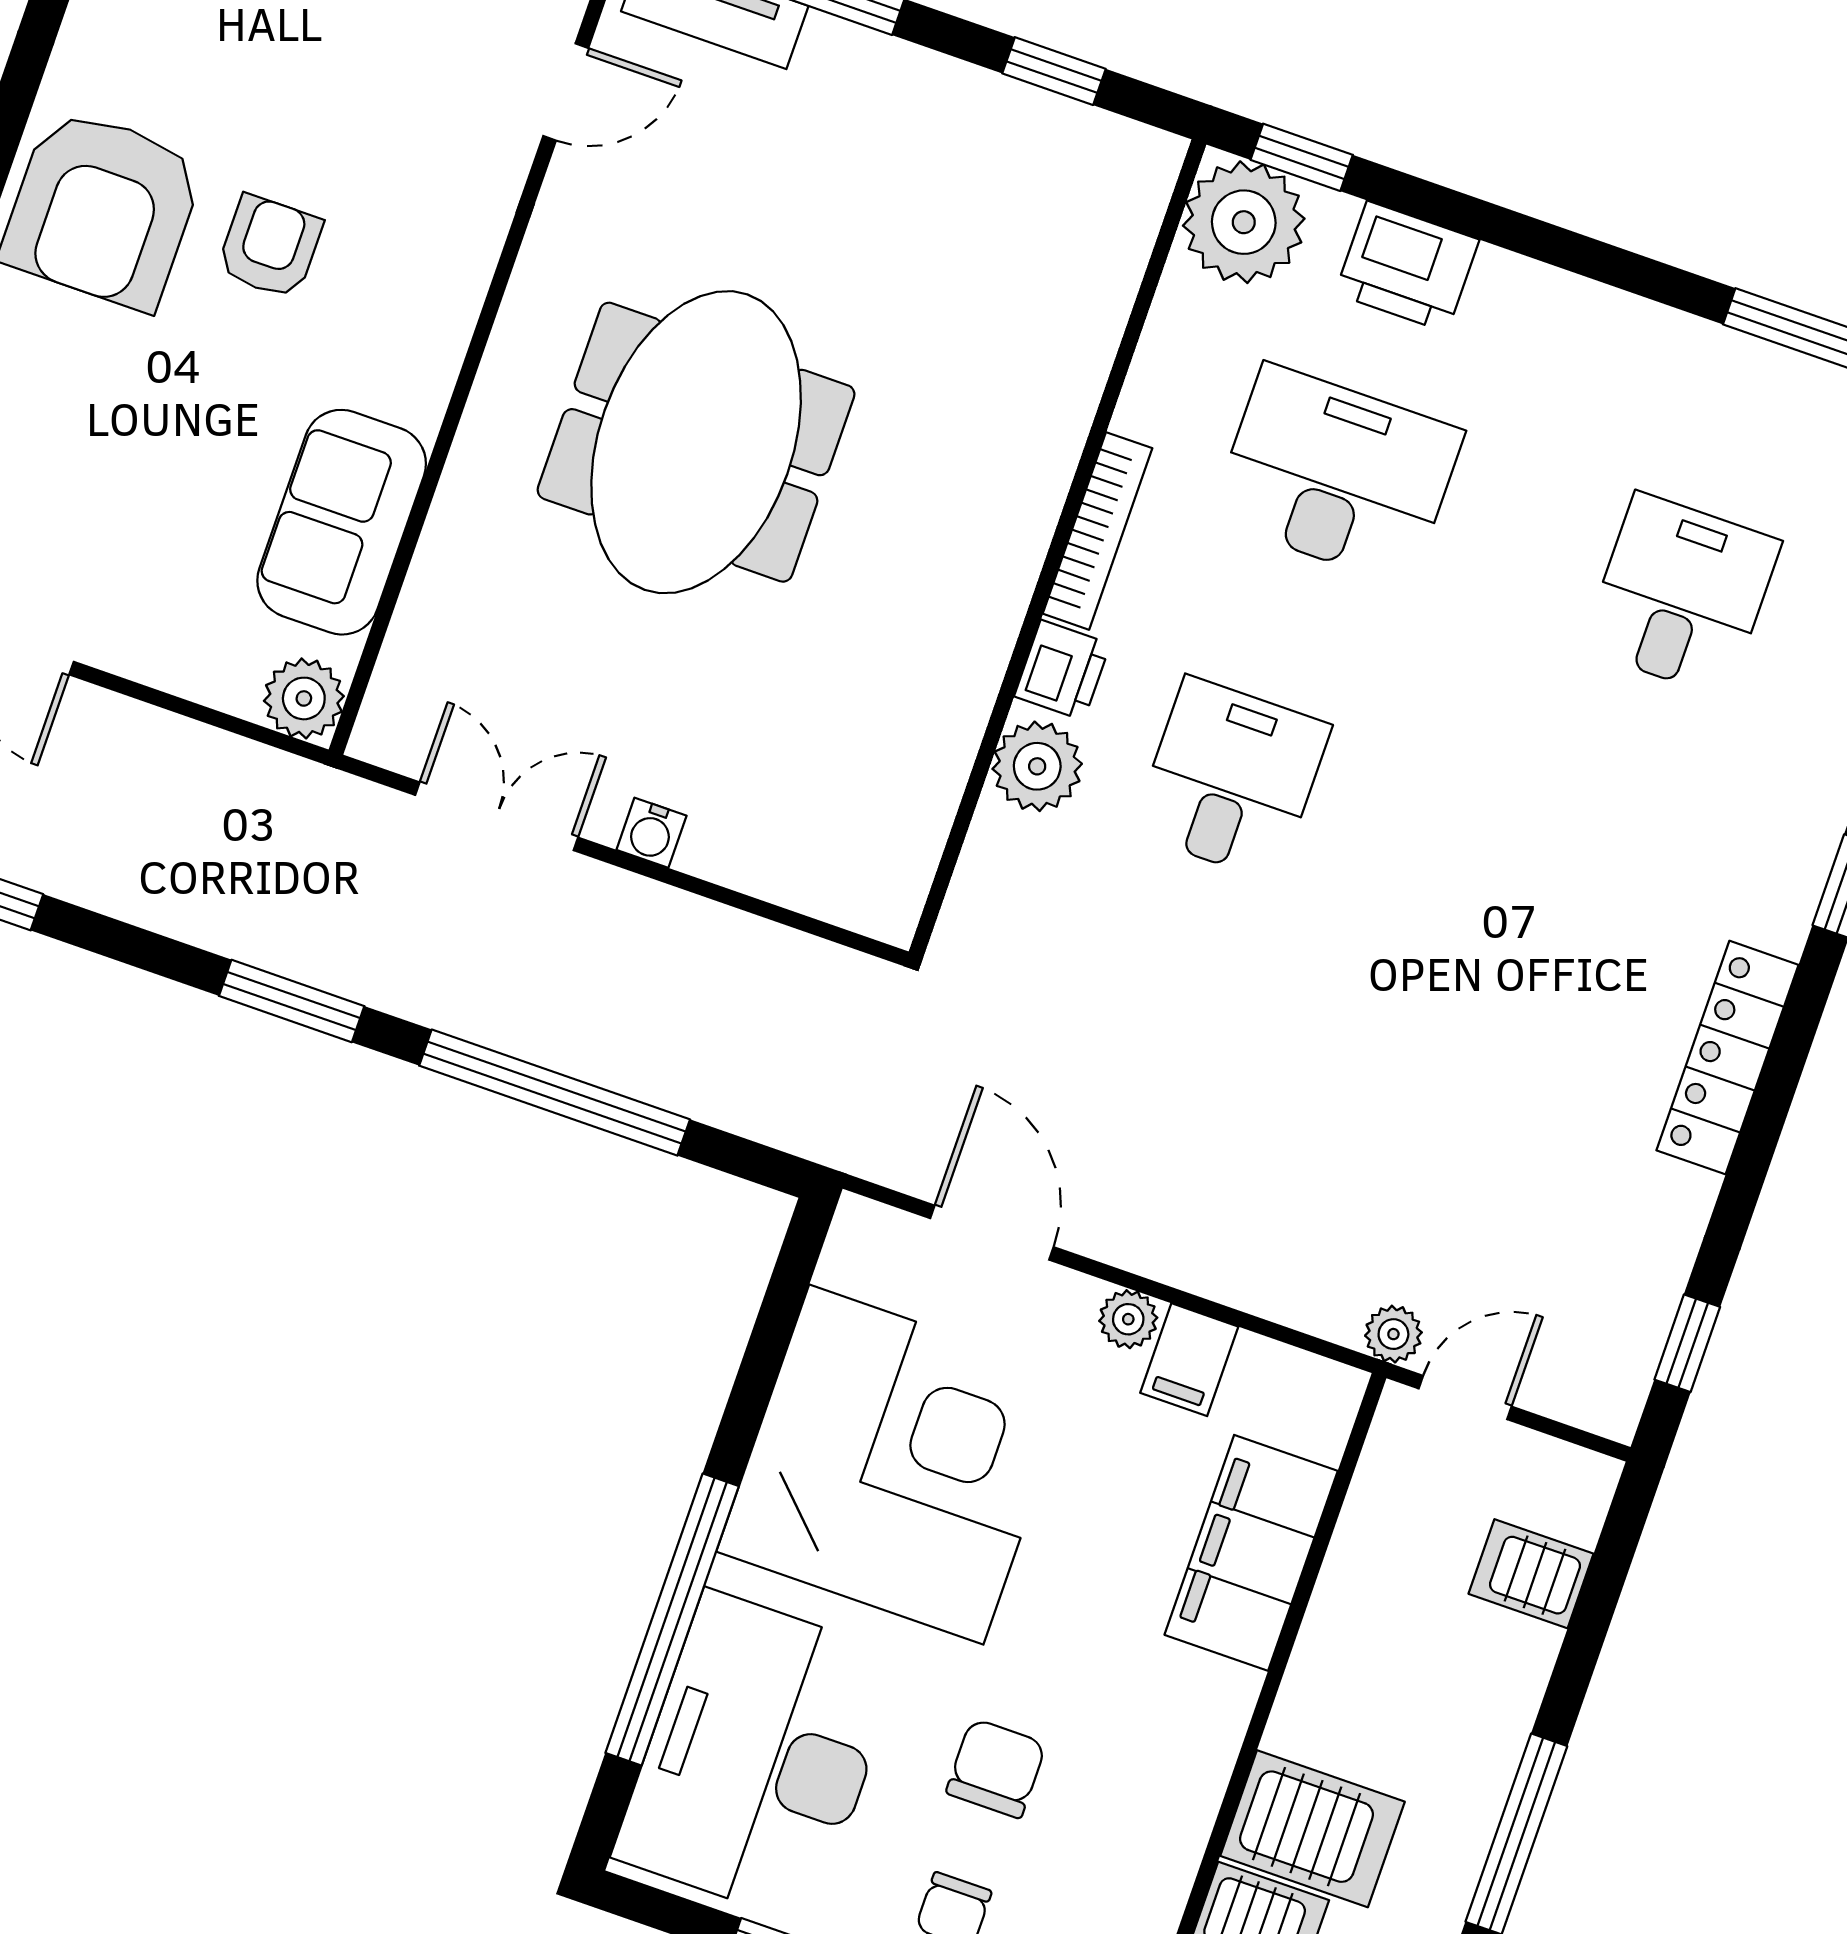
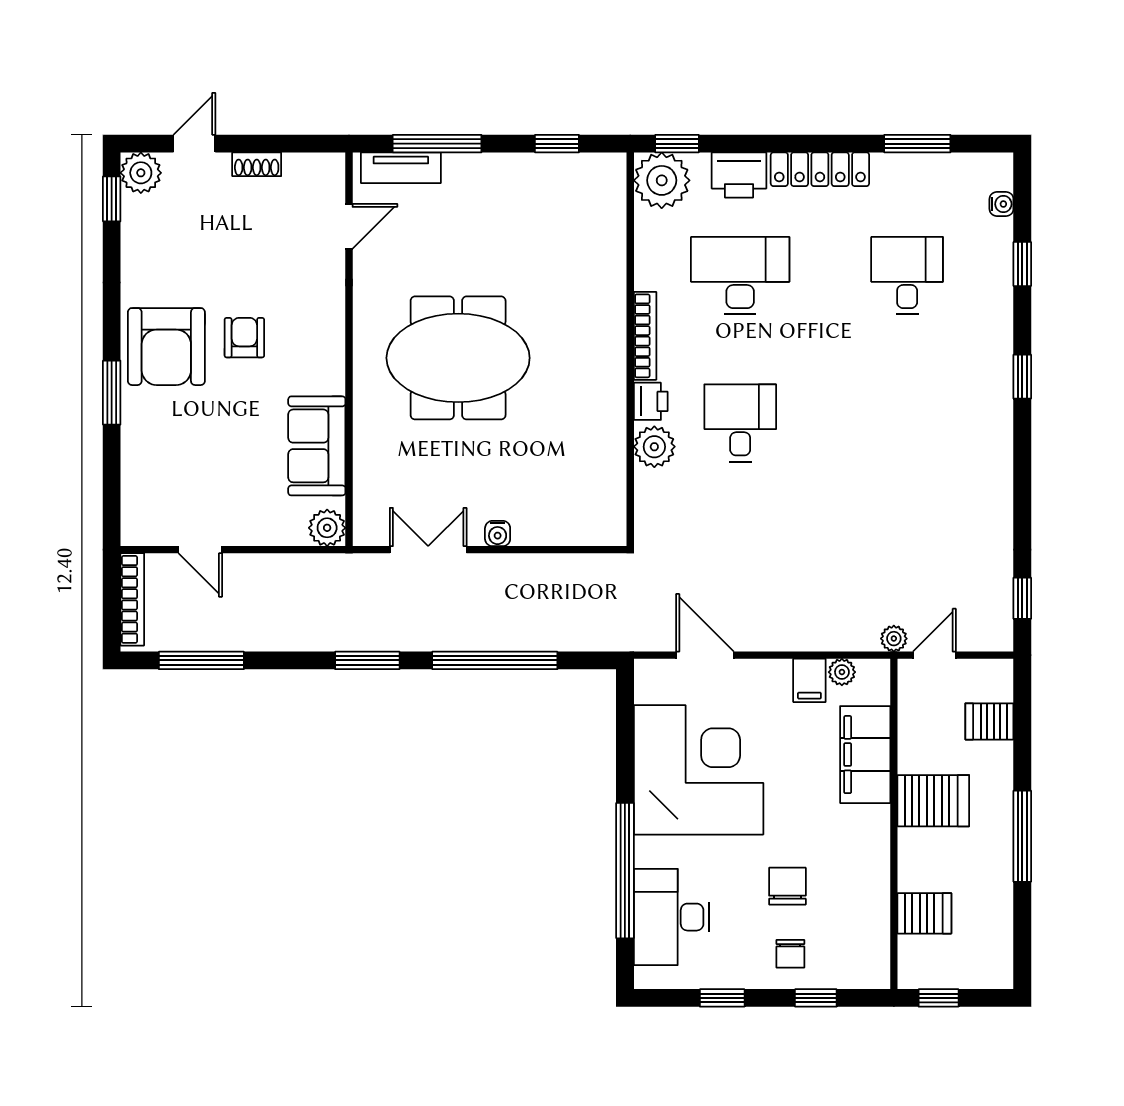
meeting table: (696, 442) -> (458, 358), turned 90
locker: (1727, 1058) -> (820, 169), moved, turned -90
plant: (1128, 1319) -> (842, 672), moved
desk: (758, 1757) -> (672, 917), width x0.73, depth x0.77
server rack: (1312, 1829) -> (933, 801), moved

